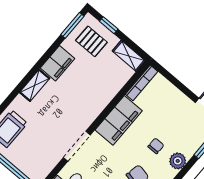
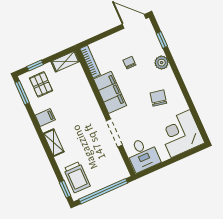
pallet: (91, 41) -> (41, 84), turned 90
filing cabinet: (58, 63) -> (45, 118), width x0.50
chair: (156, 146) -> (129, 63), moved

